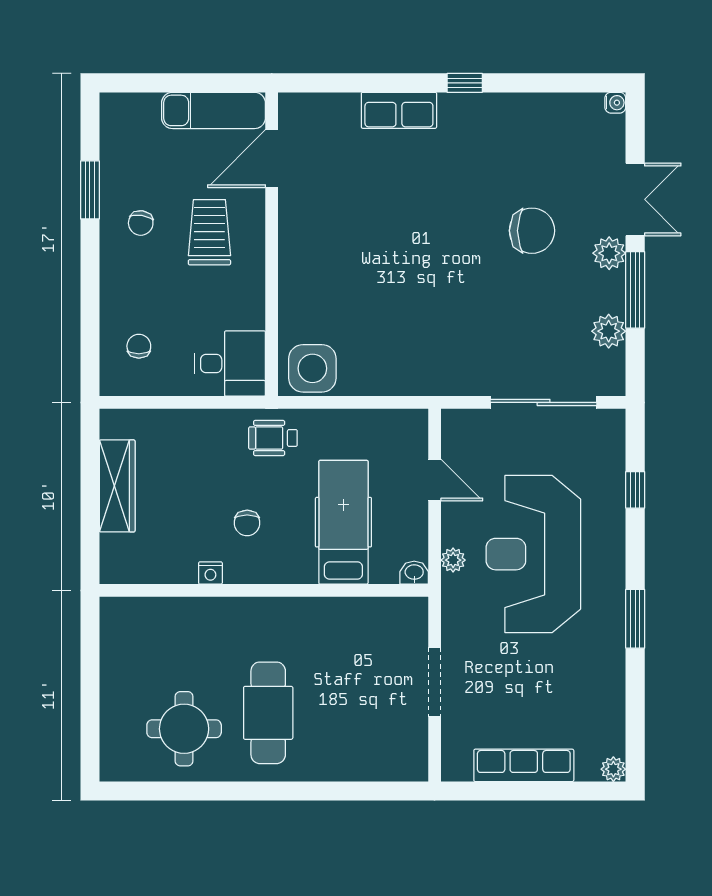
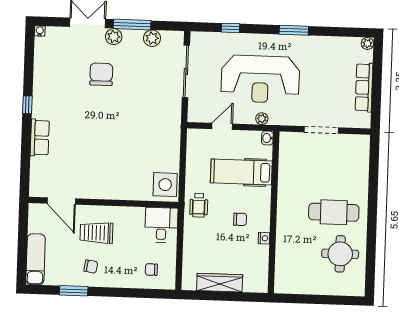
exam couch: (214, 110) -> (36, 259), moved

